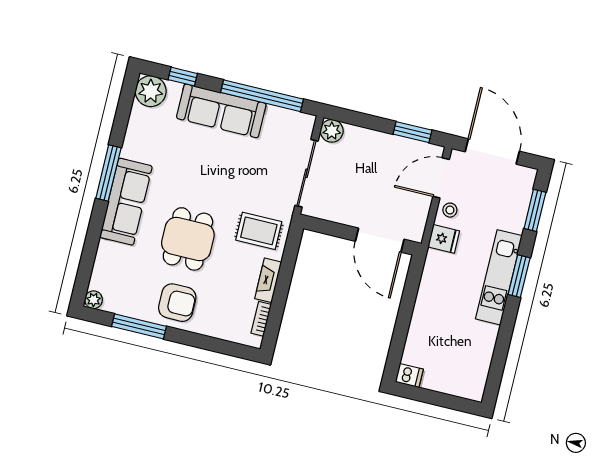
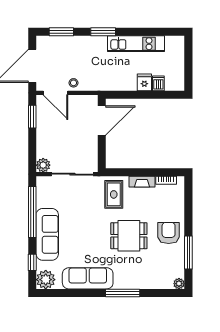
window: (108, 173) -> (123, 293), moved
sofa: (126, 202) -> (88, 278), moved
fridge: (444, 239) -> (144, 82), moved
kitchen unit: (499, 277) -> (136, 44), moved
dishwasher: (409, 375) -> (158, 83), moved

